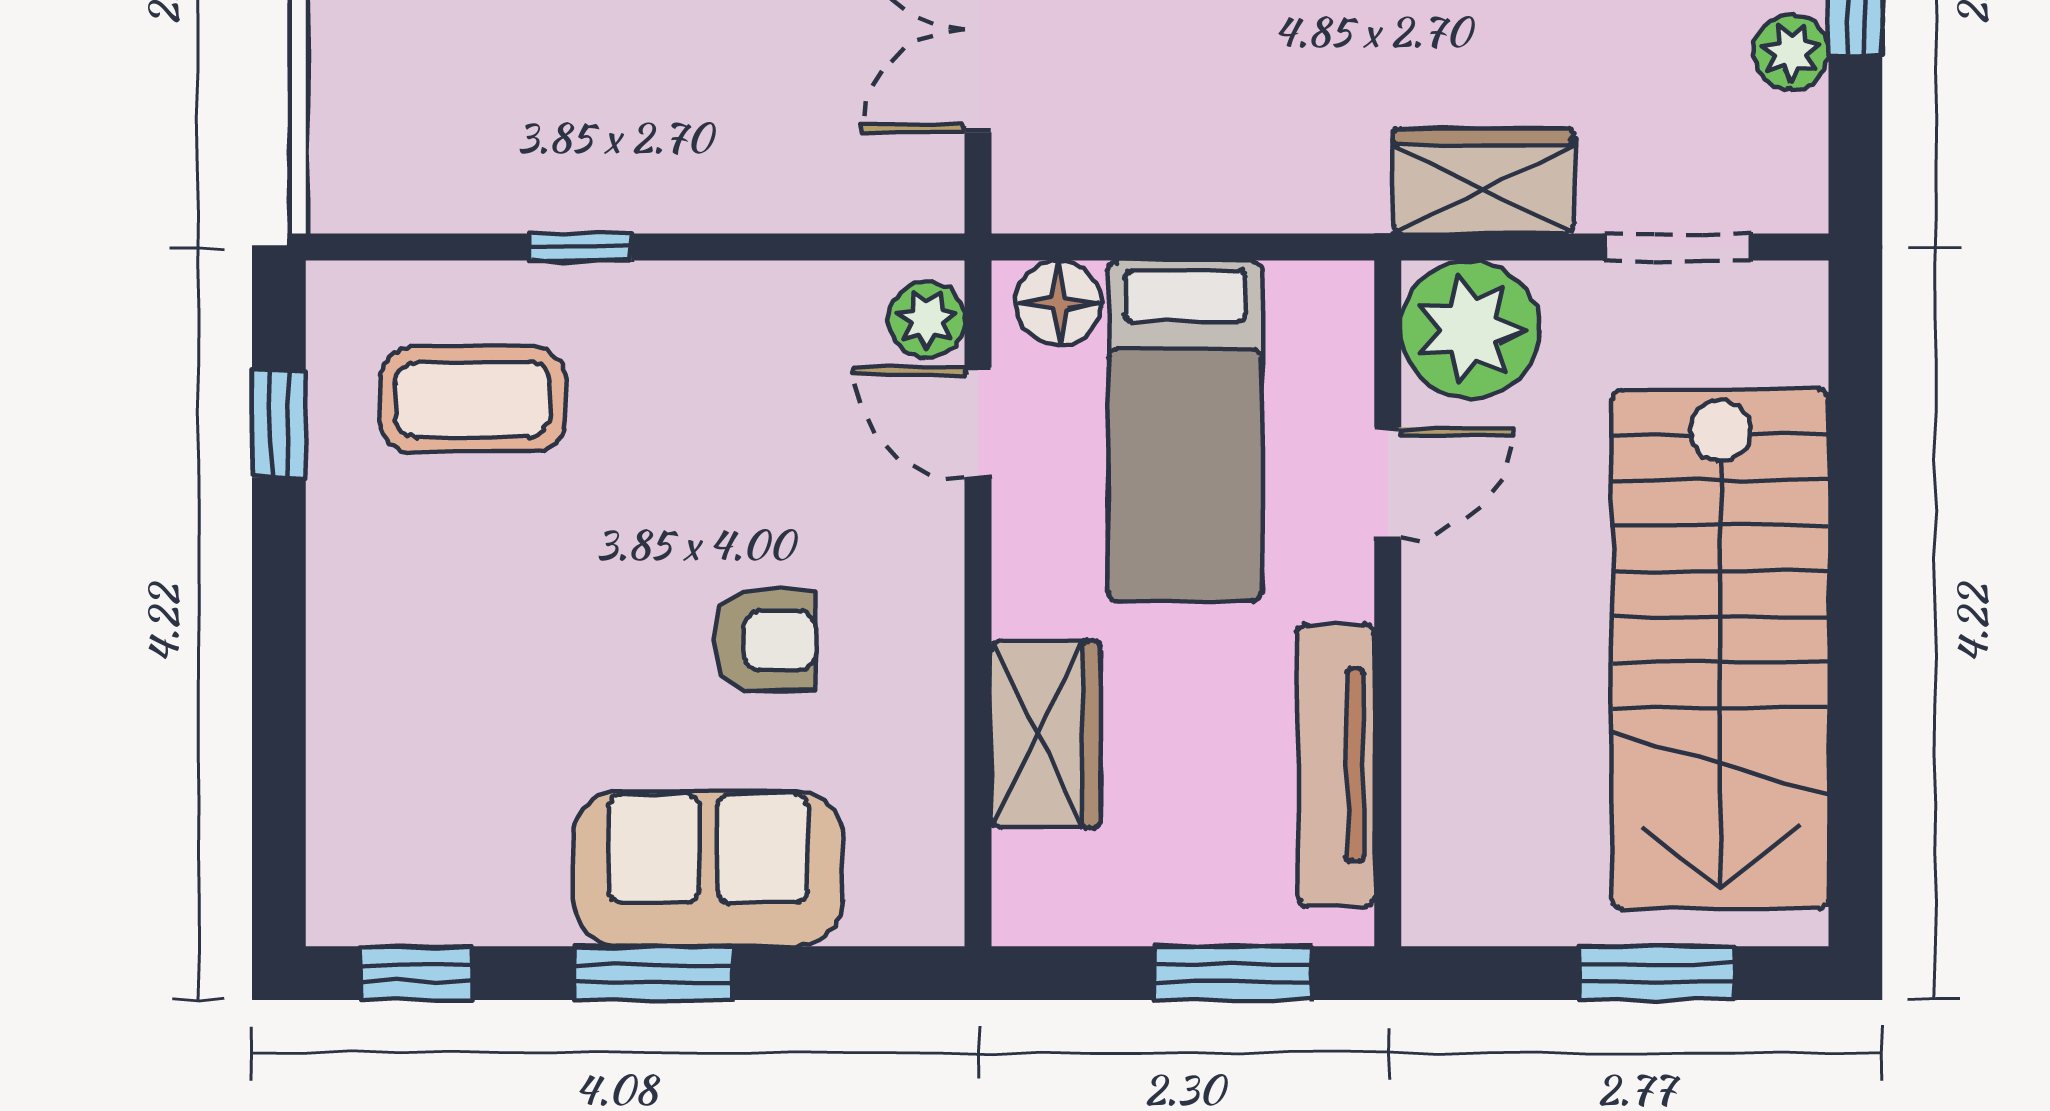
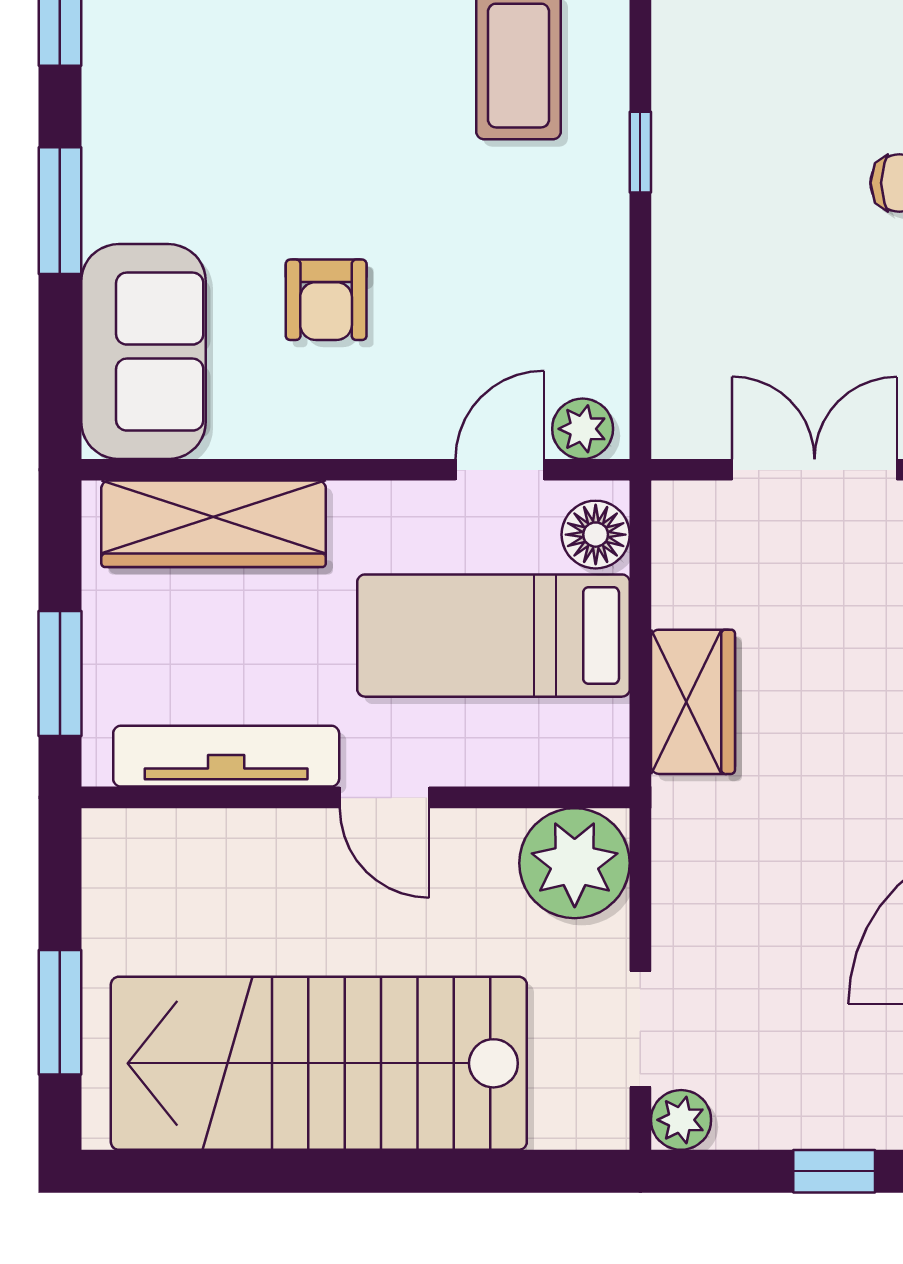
plant: (1791, 52) -> (681, 1120), moved
wardrobe: (1483, 181) -> (693, 702), moved
door: (1388, 483) -> (384, 797), moved
wardrobe: (1046, 734) -> (214, 524), width x1.50
sofa: (708, 869) -> (144, 352), moved

